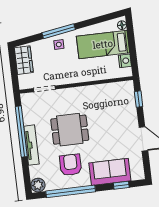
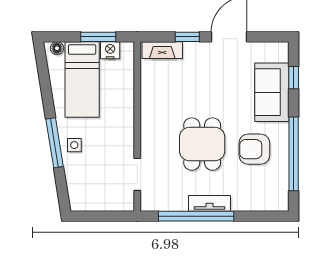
window: (133, 52) -> (98, 37), added
wardrobe: (24, 60) -> (91, 200), removed
fireplace: (129, 95) -> (162, 50), added
window: (139, 99) -> (187, 37), moved
tv unit: (32, 145) -> (209, 203), width x0.71
plant: (38, 185) -> (278, 201), removed

